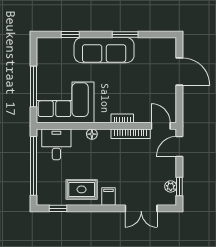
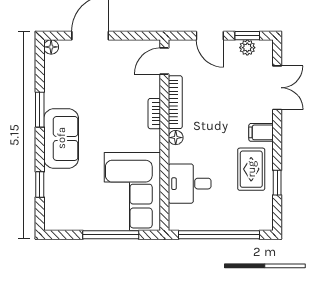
floor lamp: (171, 43) -> (51, 47), added
sofa: (104, 50) -> (61, 138), width x0.73
floor lamp: (92, 134) -> (176, 138), moved
desk: (56, 144) -> (190, 184), moved
door: (179, 147) -> (210, 36), moved
window: (58, 208) -> (277, 183), moved

